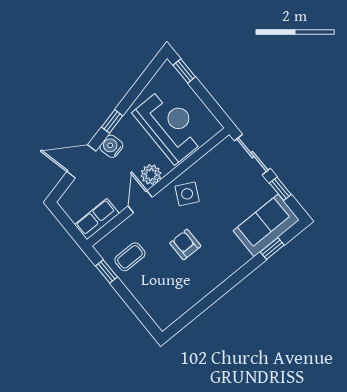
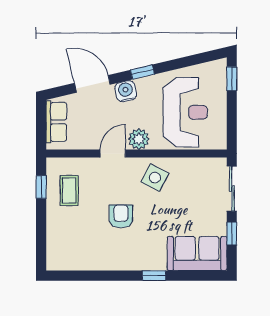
row of seats: (97, 219) -> (56, 122), moved, turned 90
window: (272, 248) -> (154, 276), moved
coffee table: (130, 257) -> (69, 190), turned 90

